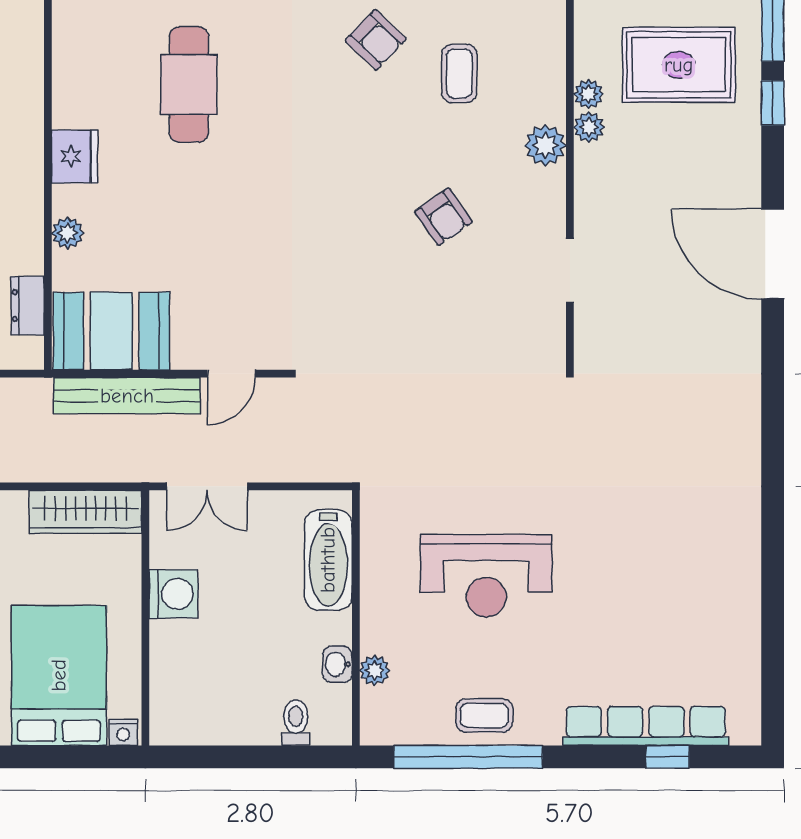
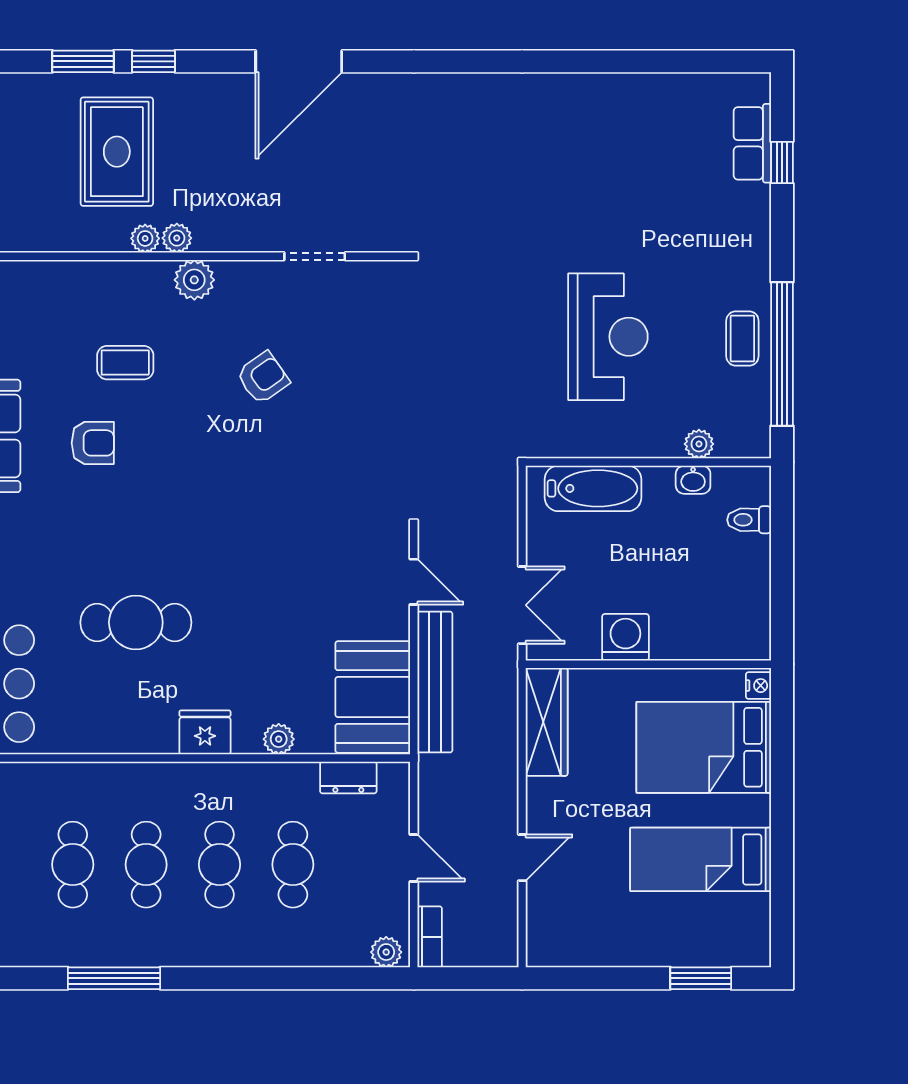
armchair: (376, 40) -> (93, 443), turned 46
row of seats: (646, 726) -> (752, 143), width x0.50

